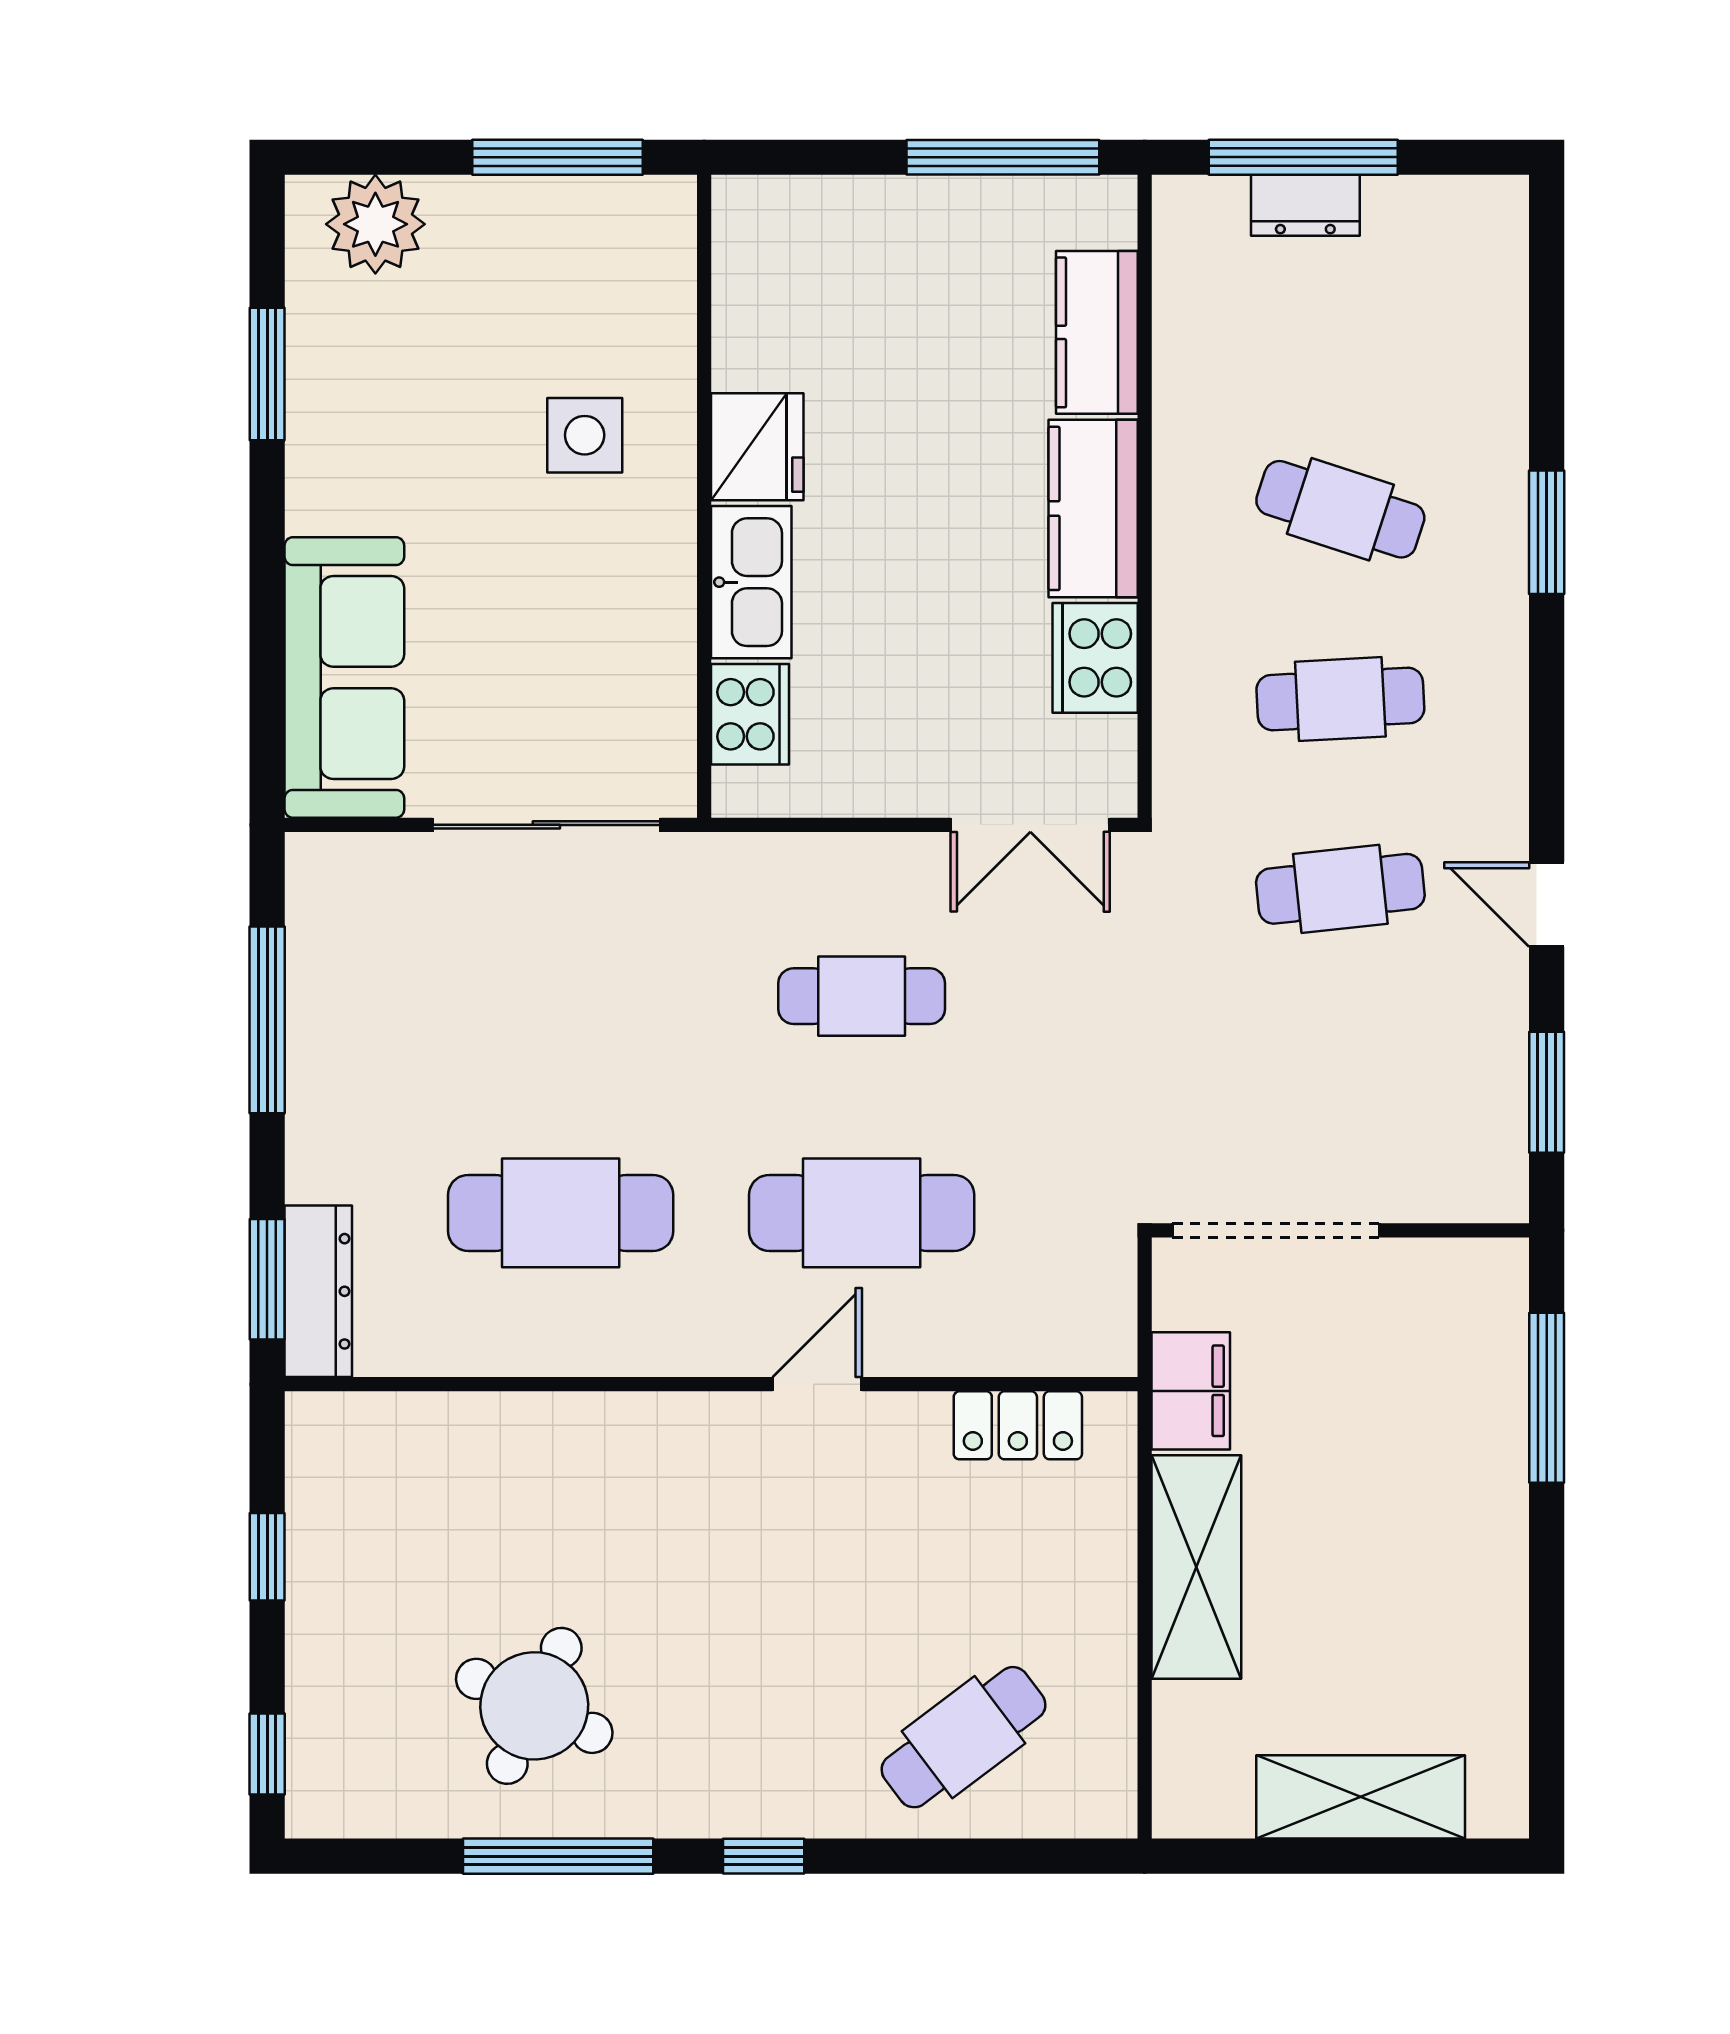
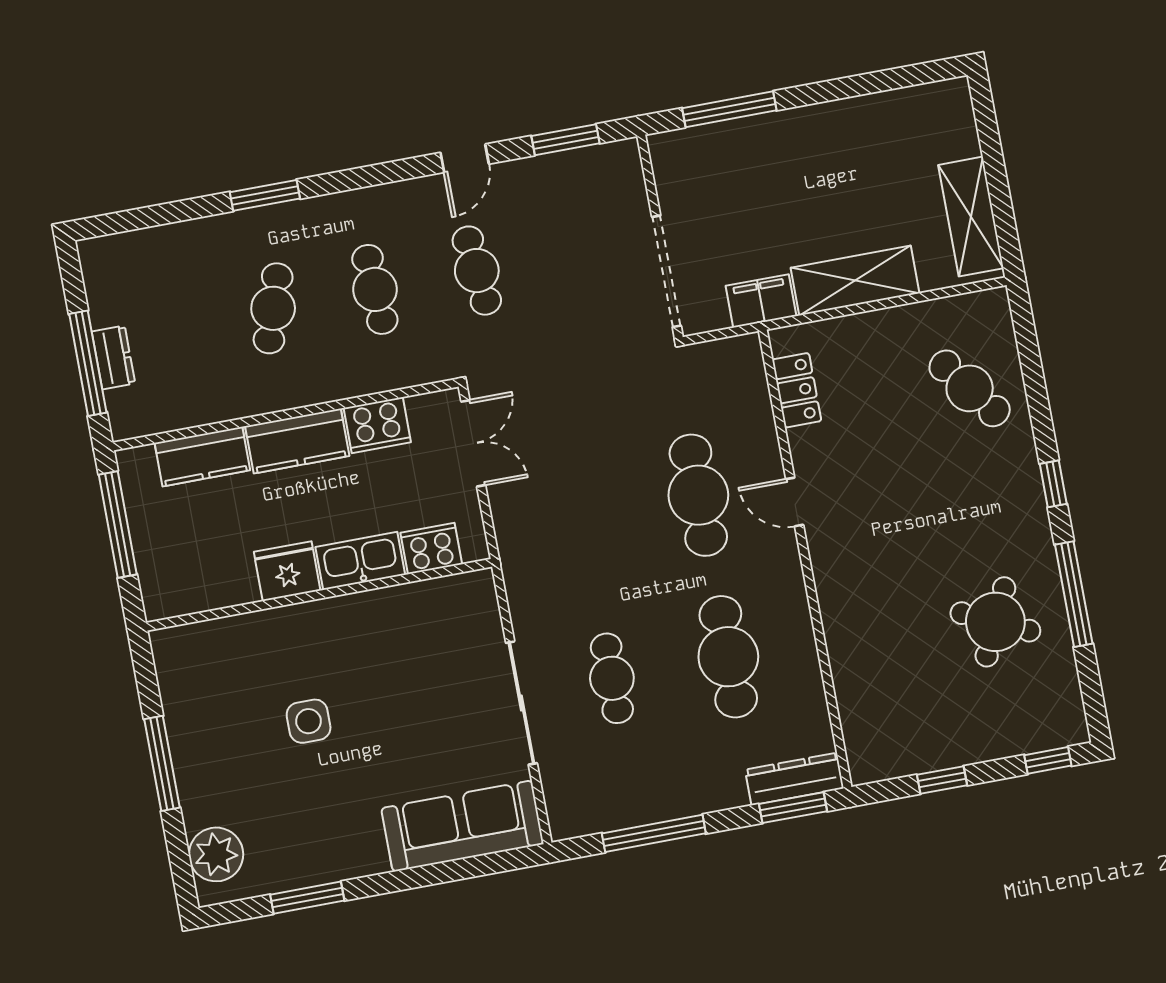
fridge: (757, 447) -> (287, 571), moved
wall: (704, 496) -> (319, 595), moved
kitchen sink: (751, 582) -> (360, 561), moved
cooker: (750, 714) -> (431, 548), moved
cafe table: (862, 996) -> (612, 678), moved
shelving: (1361, 1797) -> (971, 217), moved

